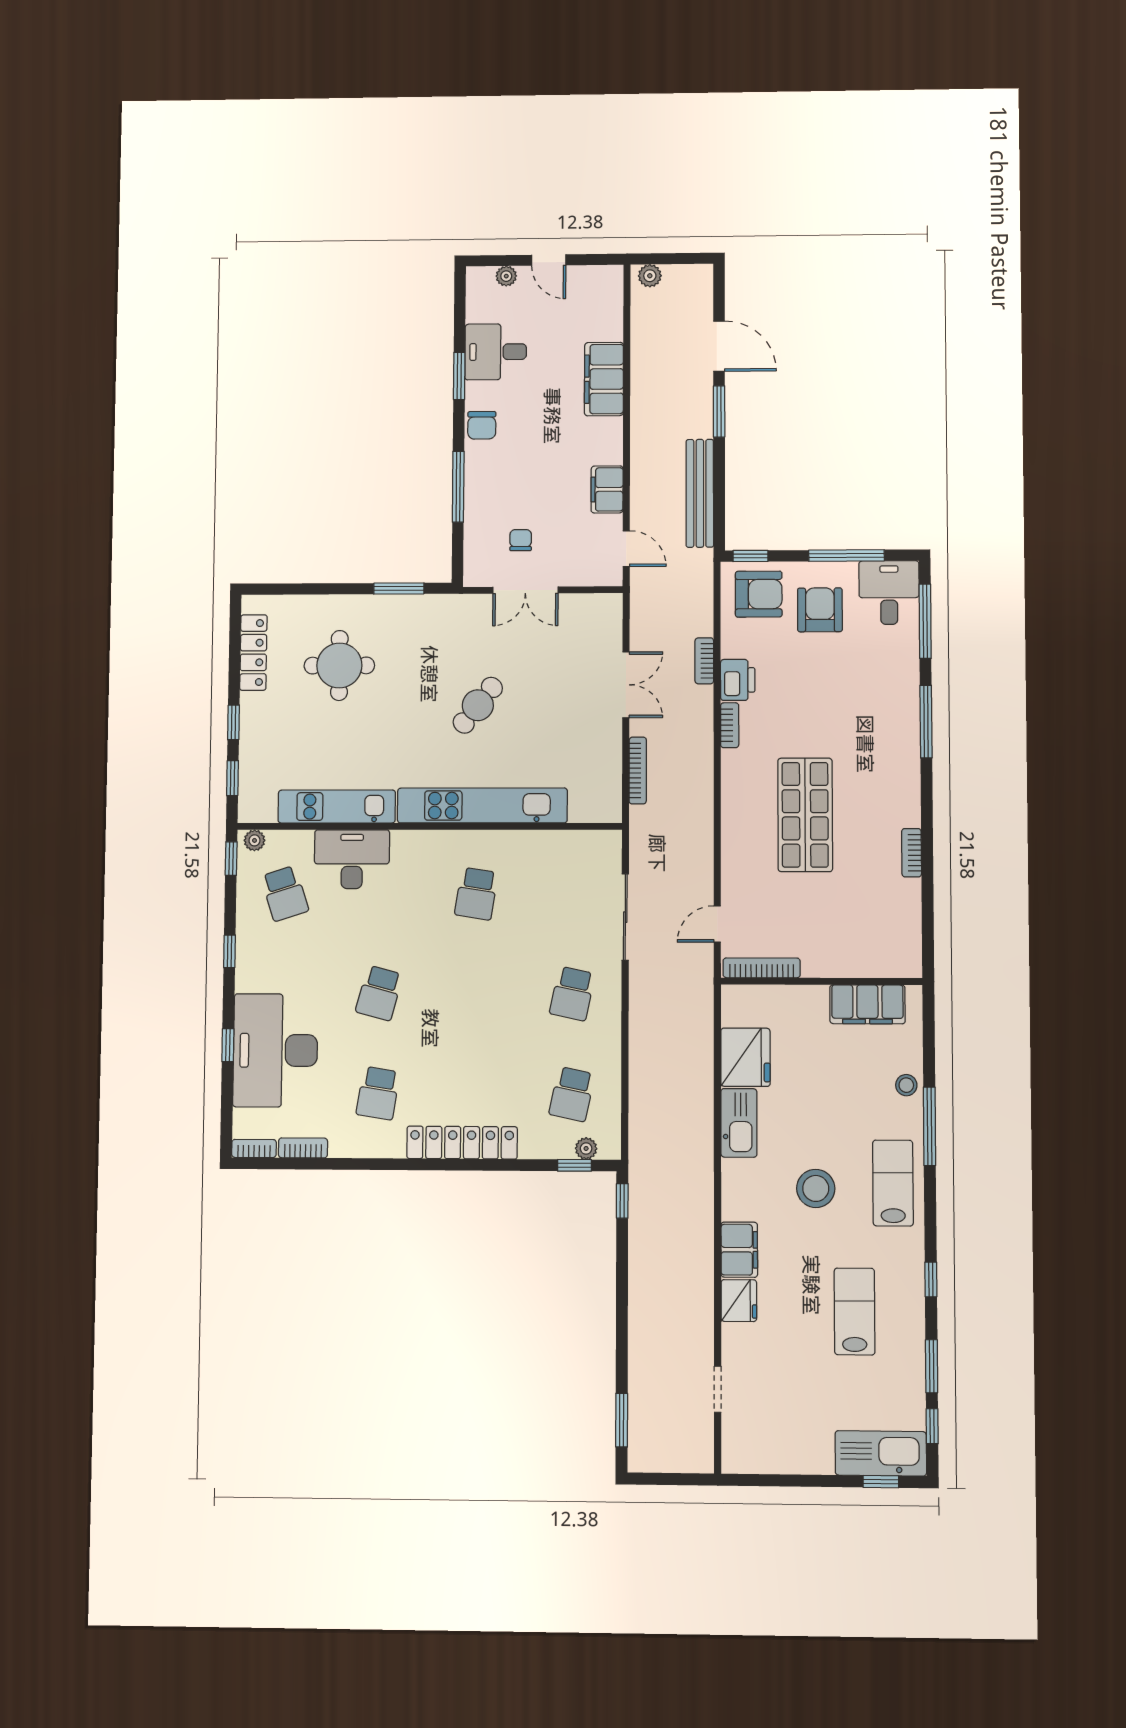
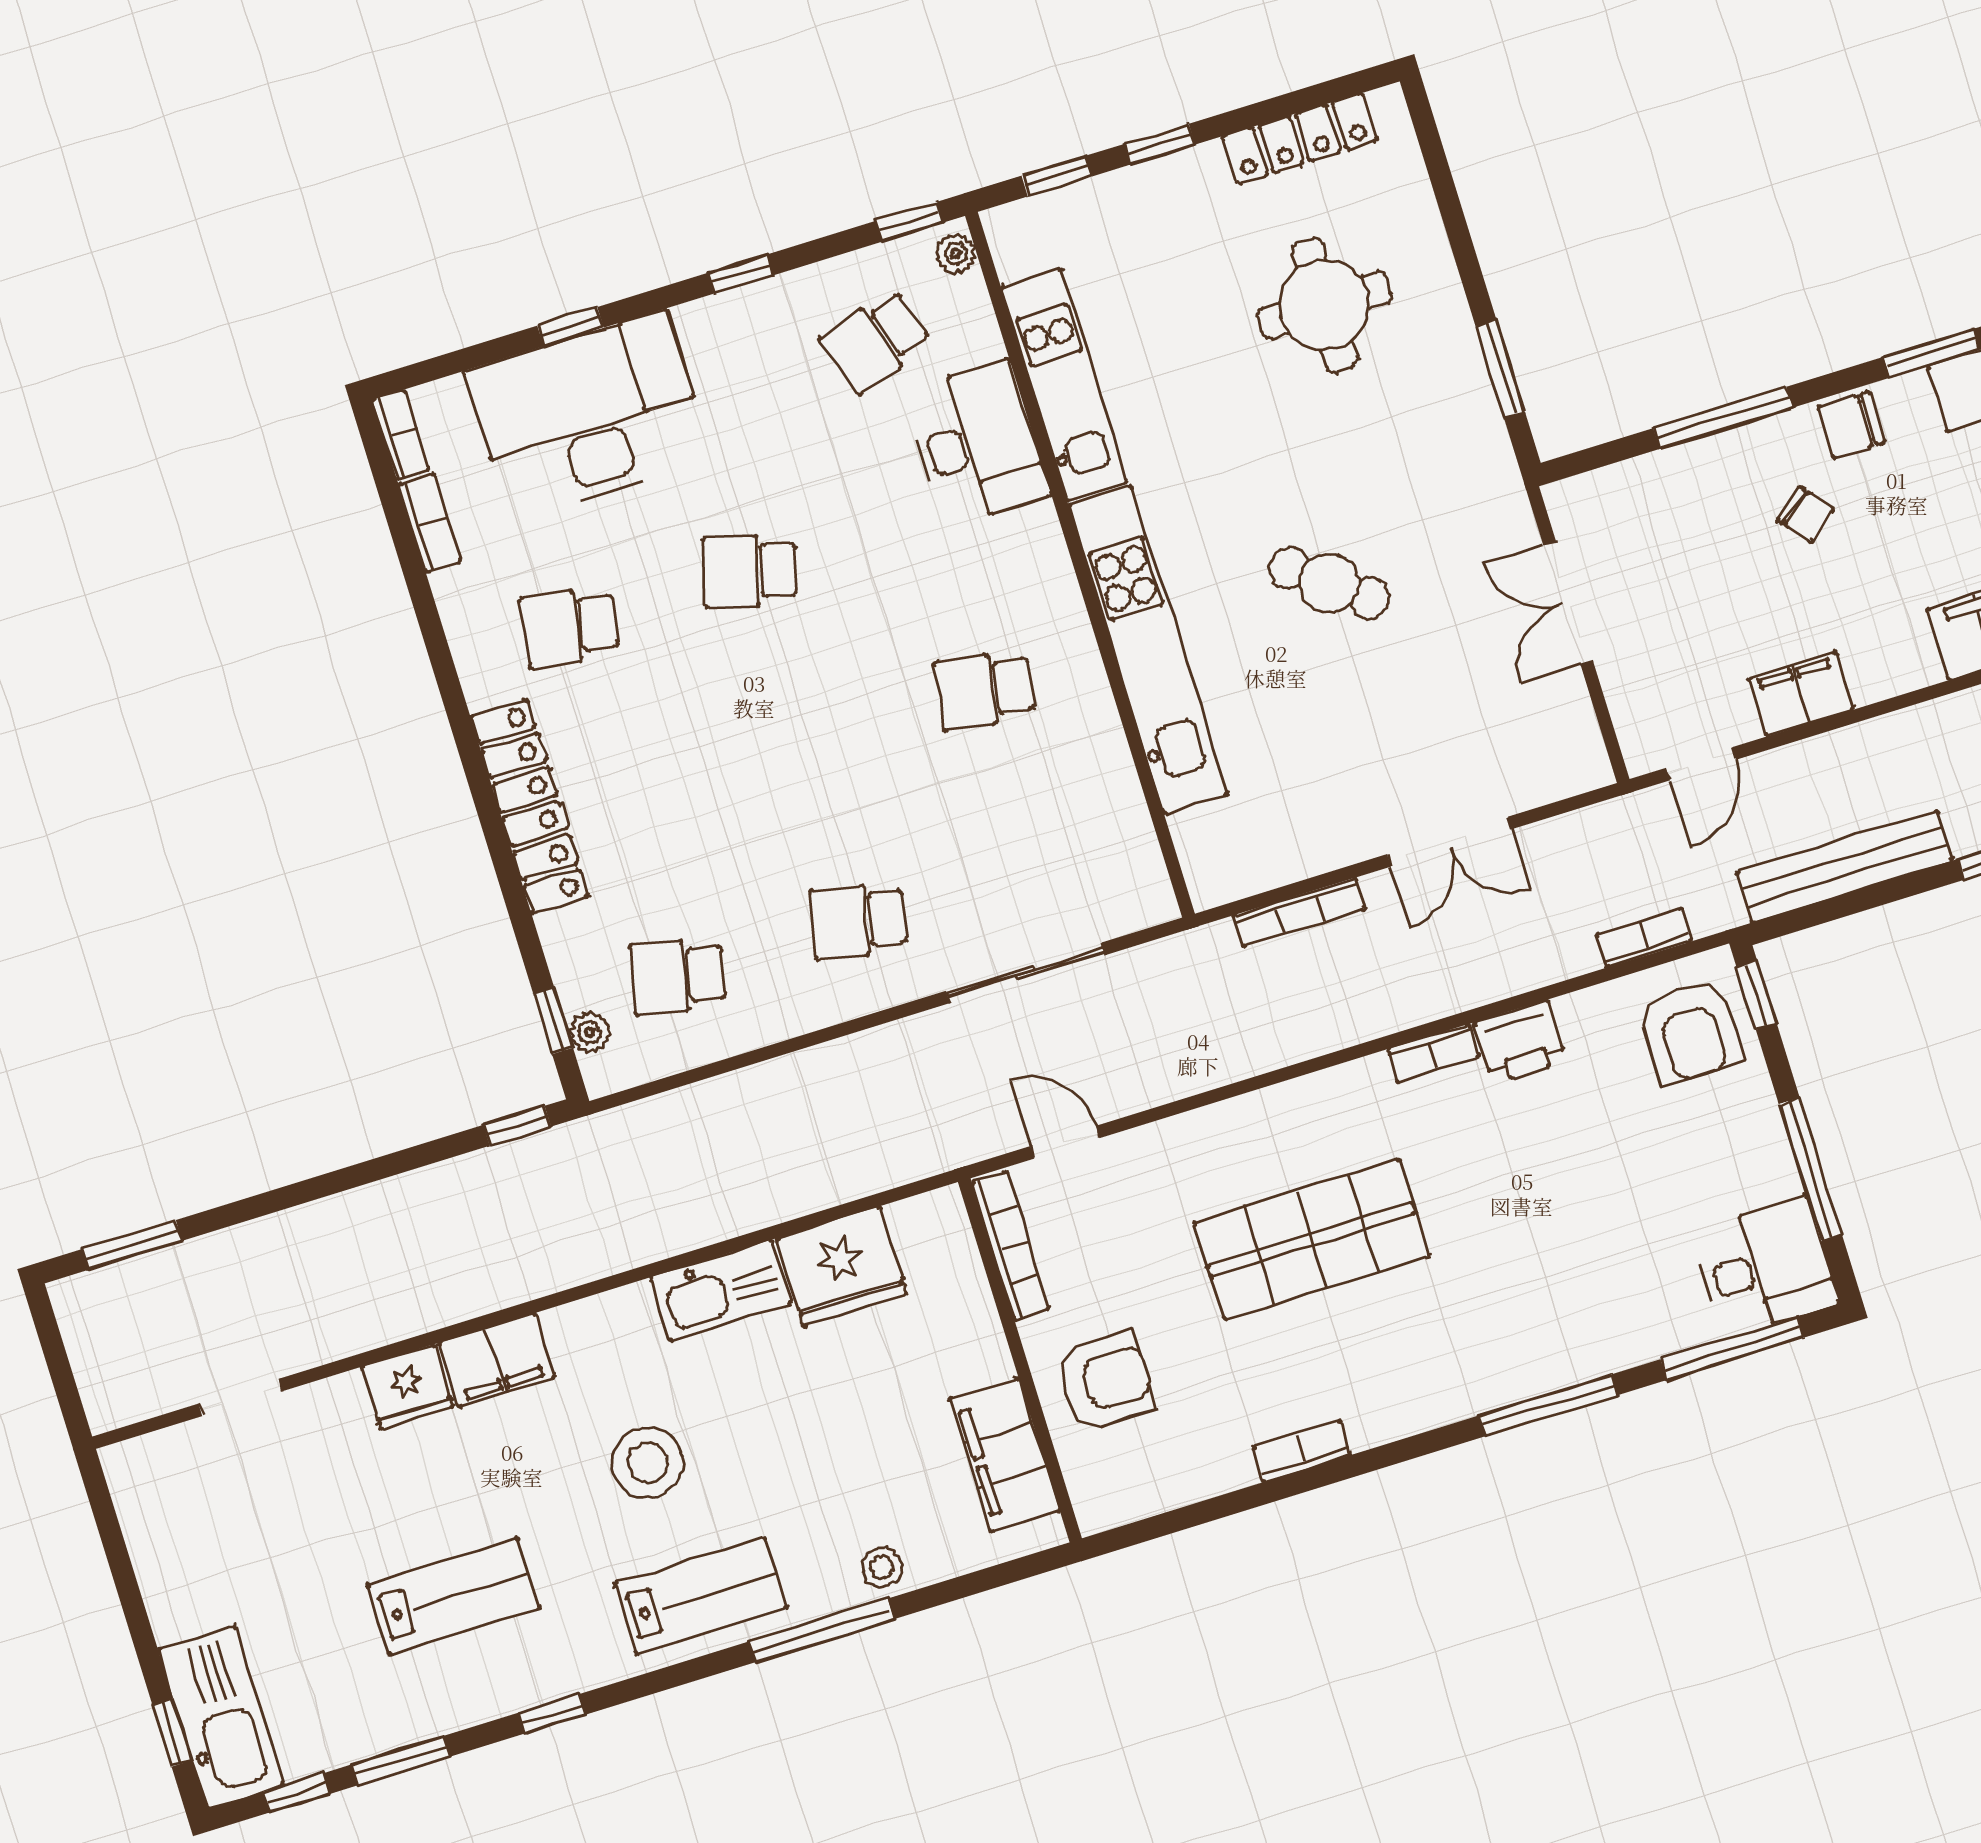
chair: (521, 540) -> (1805, 515), moved, turned 51
armchair: (820, 610) -> (1105, 1381), moved
bookcase: (704, 661) -> (1644, 938), moved

